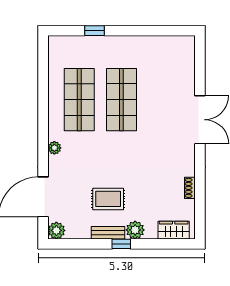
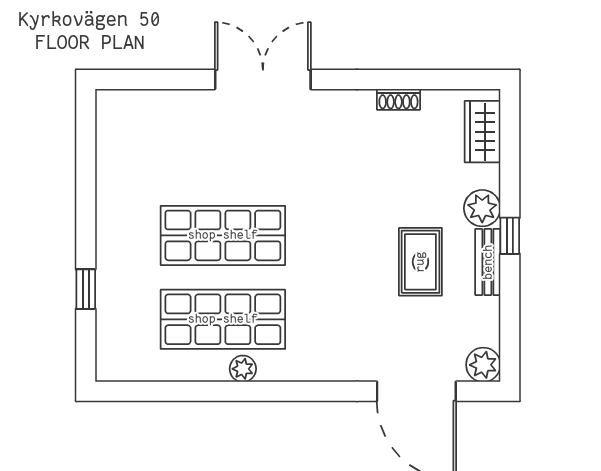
plant: (54, 148) -> (243, 369), moved

